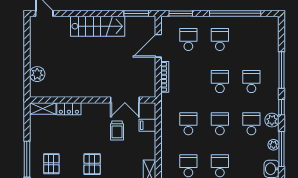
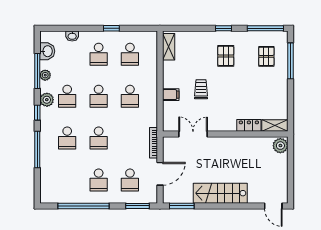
wall: (93, 100) -> (225, 134), moved
double door: (125, 100) -> (193, 134), moved
shelving: (43, 109) -> (275, 126), moved
locker: (69, 109) -> (249, 125), moved

